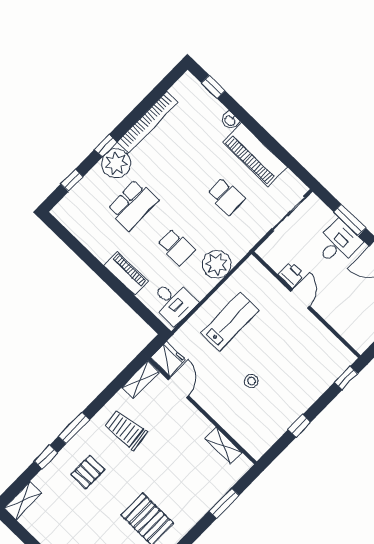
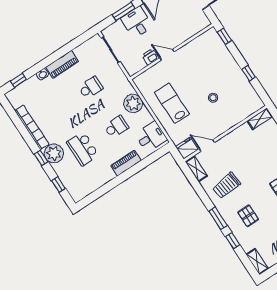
piano: (255, 155) -> (62, 64), width x0.73, depth x0.75
school desk: (133, 205) -> (83, 149), turned 180
shelving: (223, 445) -> (260, 119), moved

